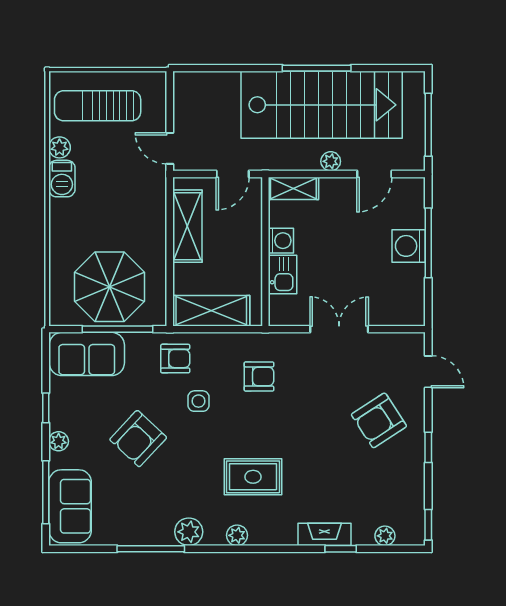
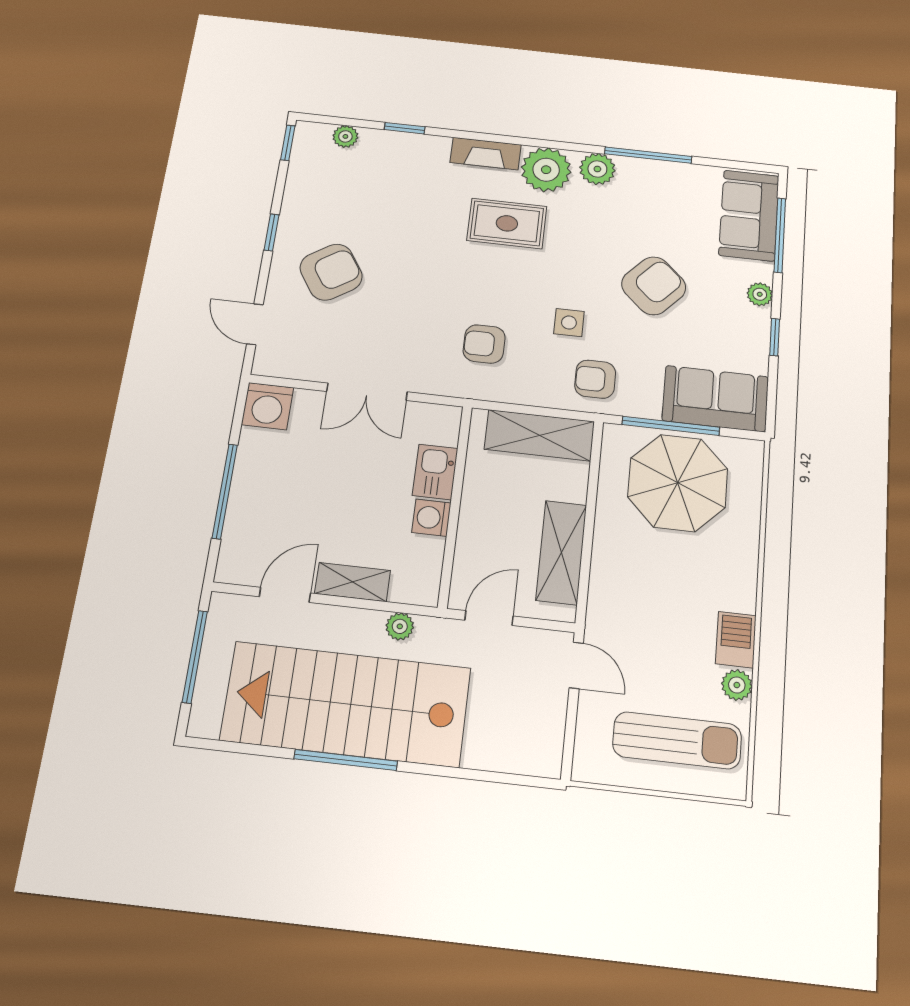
plant: (331, 161) -> (400, 626), moved
shelving: (293, 188) -> (353, 582), moved
washing machine: (409, 246) -> (267, 406), moved, turned 90
fireplace: (324, 534) -> (486, 154), moved
plant: (237, 535) -> (546, 170), width x1.87, depth x1.87

